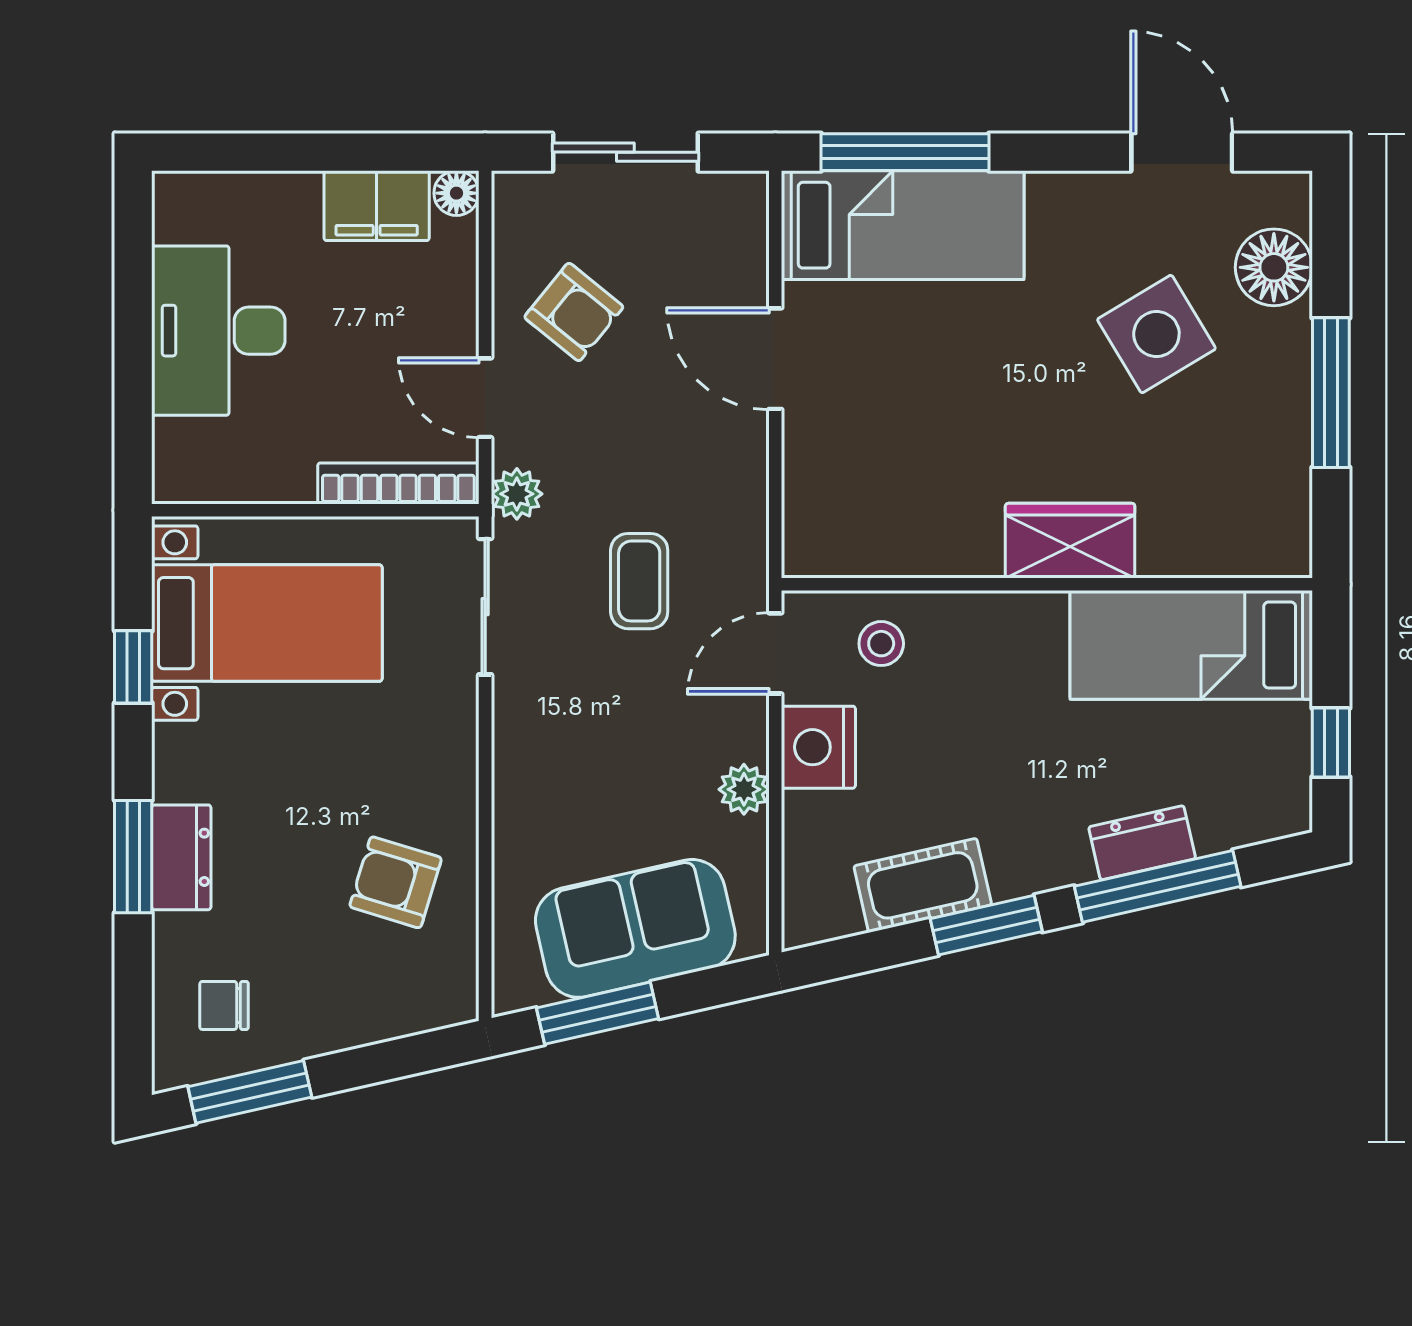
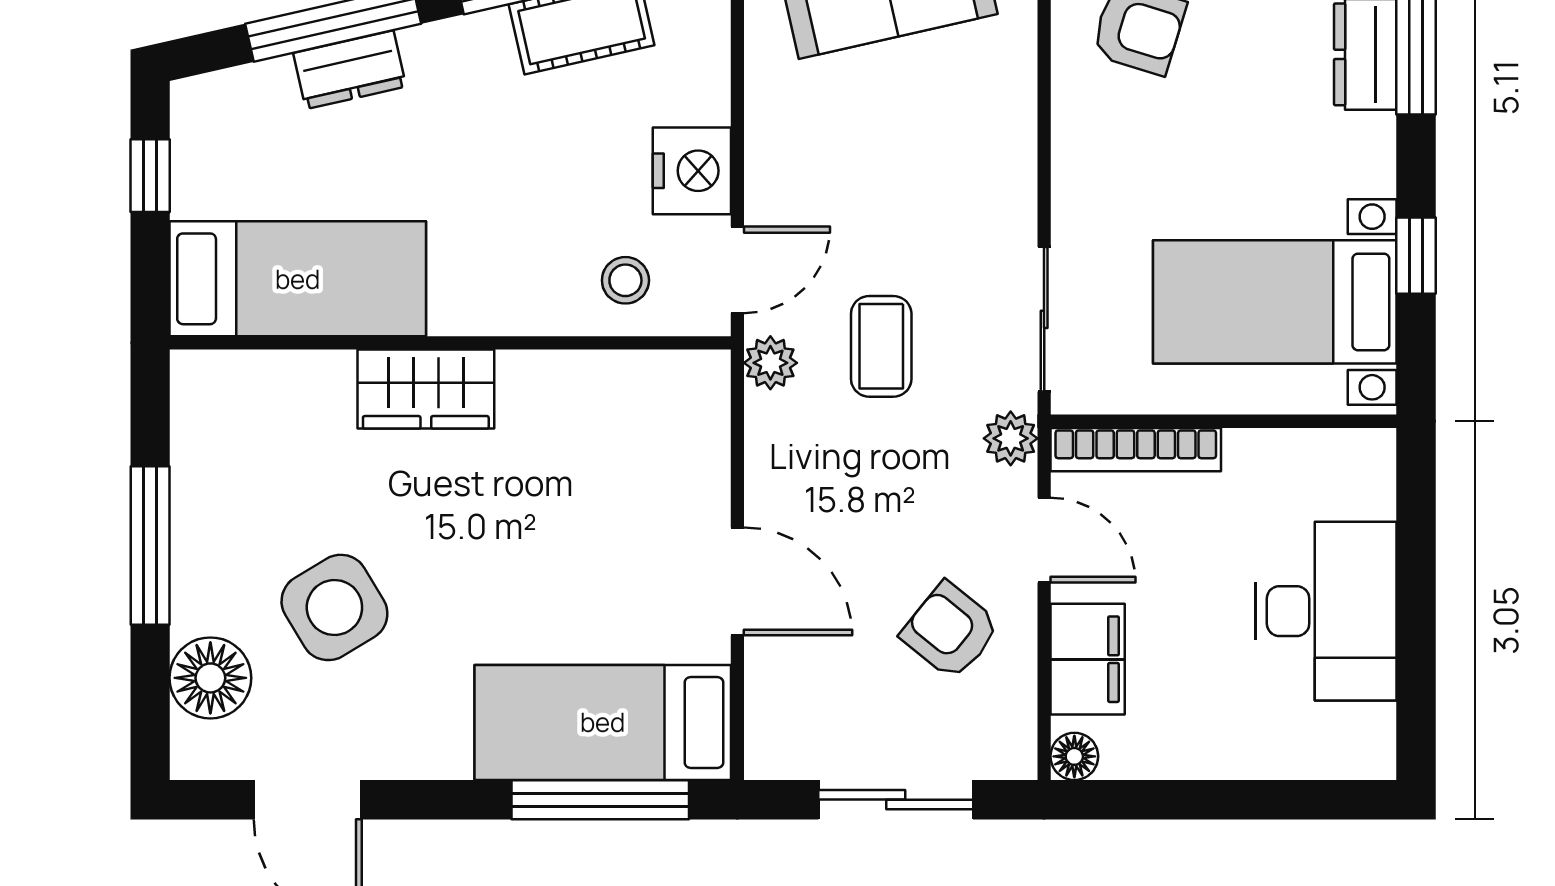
filing cabinet: (377, 206) -> (1088, 659), moved, turned 90
plant: (744, 789) -> (770, 363), moved

